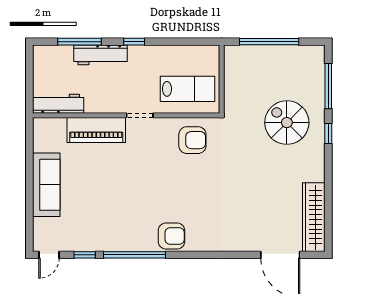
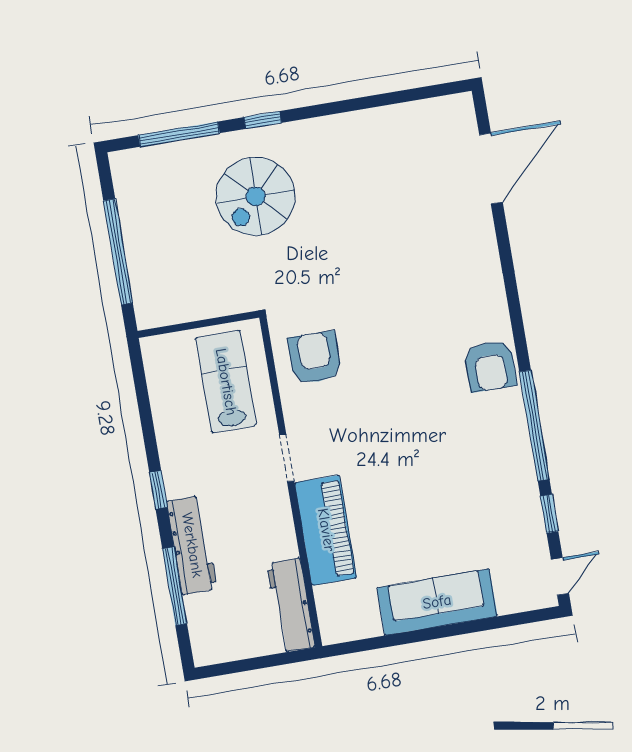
wardrobe: (314, 217) -> (414, 121), removed
armchair: (171, 236) -> (490, 366), turned 180
door: (49, 255) -> (560, 576), hinge flipped

